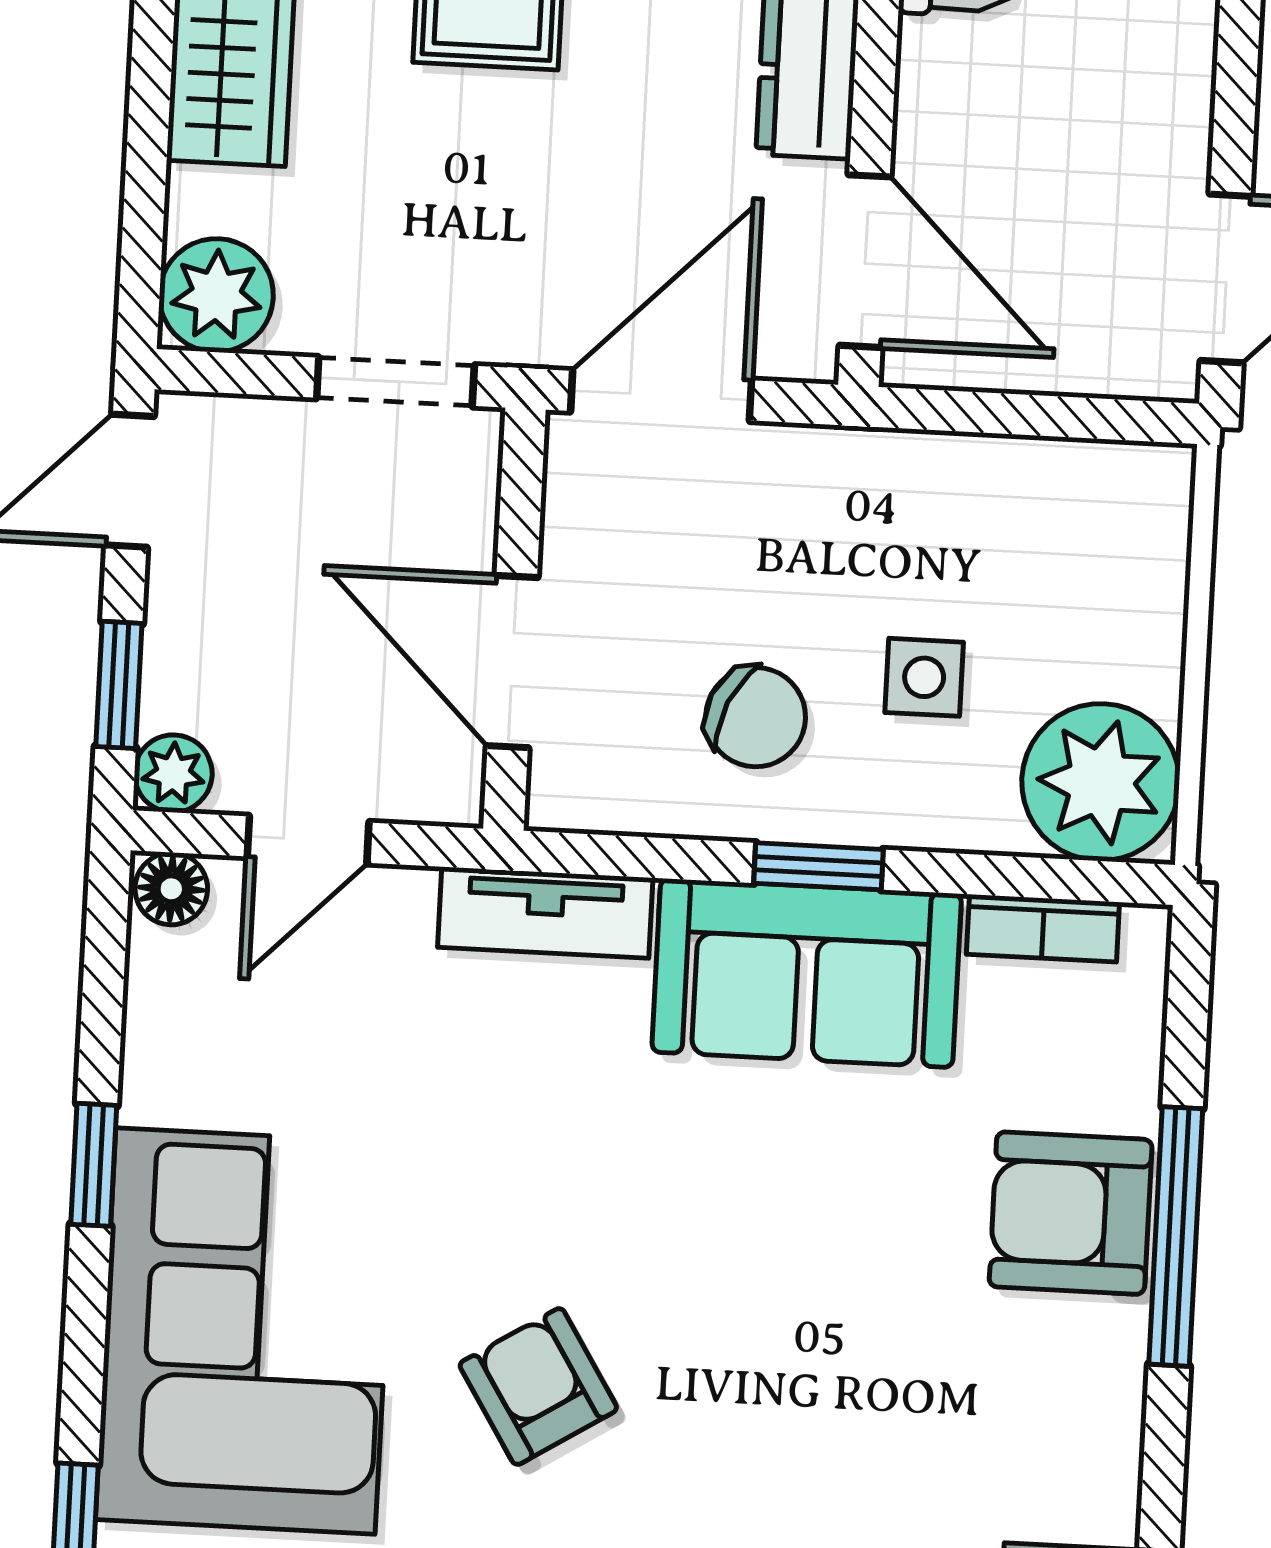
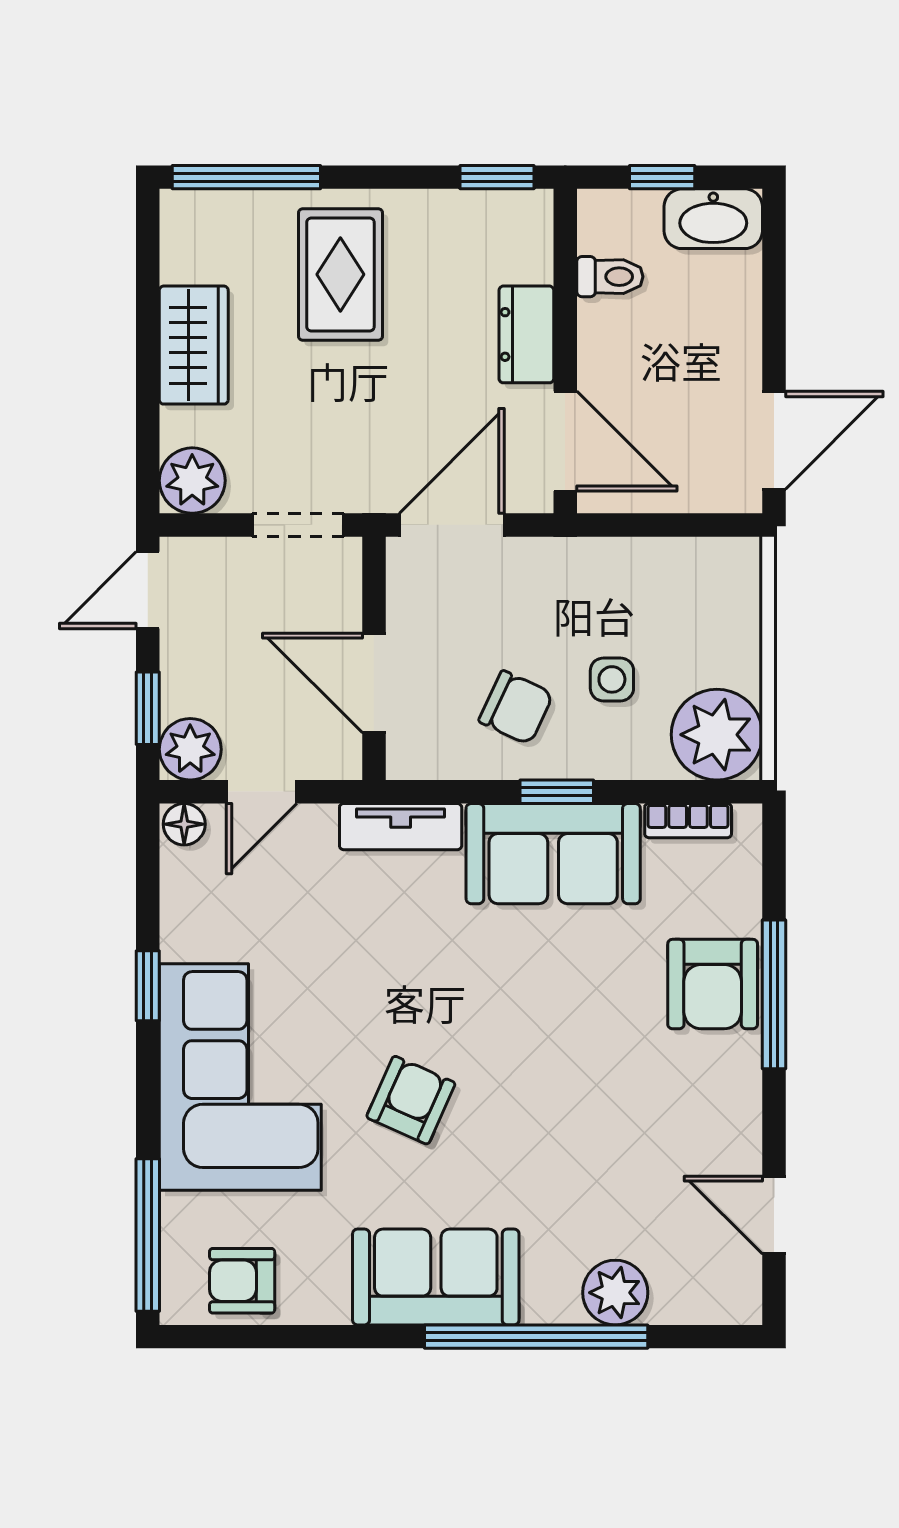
plant: (173, 774) -> (190, 749), width x1.38, depth x1.38
armchair: (1071, 1213) -> (713, 984), turned -90
armchair: (538, 1387) -> (411, 1100), turned 56

